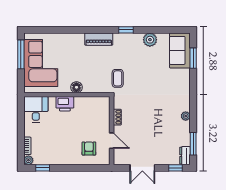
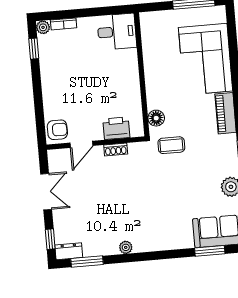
corner sofa: (41, 63) -> (206, 59), moved, turned 90
floor lamp: (76, 87) -> (156, 118), moved
printer: (65, 104) -> (116, 128), moved, turned 90
armchair: (89, 148) -> (57, 130), moved
double door: (142, 168) -> (46, 192), swing flipped

